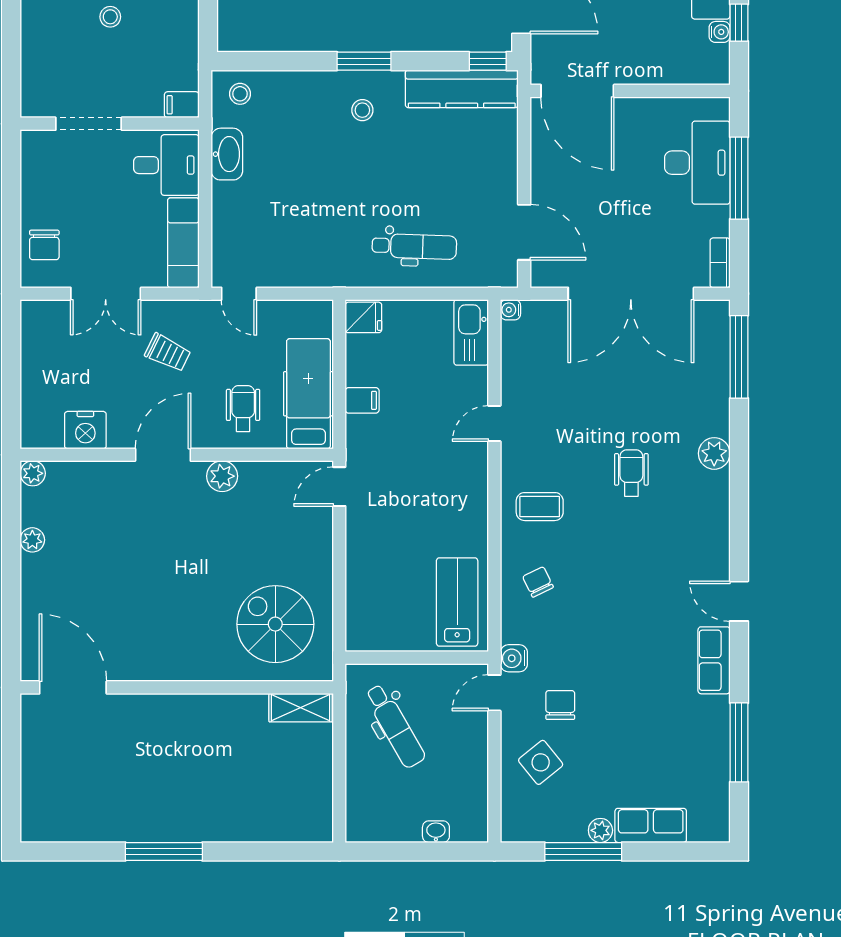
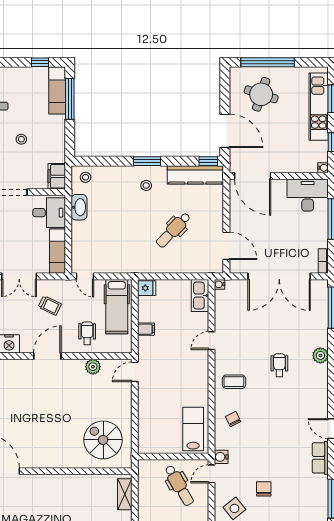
water cooler: (720, 32) -> (323, 168), moved
filing cabinet: (182, 105) -> (57, 176), width x2.00
desk: (697, 163) -> (308, 195), moved, turned -90
dental chair: (414, 246) -> (173, 230), moved, turned 132
hospital bed: (308, 394) -> (117, 307), moved, turned 180
plant: (222, 476) -> (93, 367), moved
chair: (560, 705) -> (264, 489), moved
shelving: (301, 708) -> (125, 494), moved, turned 90
dental chair: (395, 726) -> (179, 485), moved

